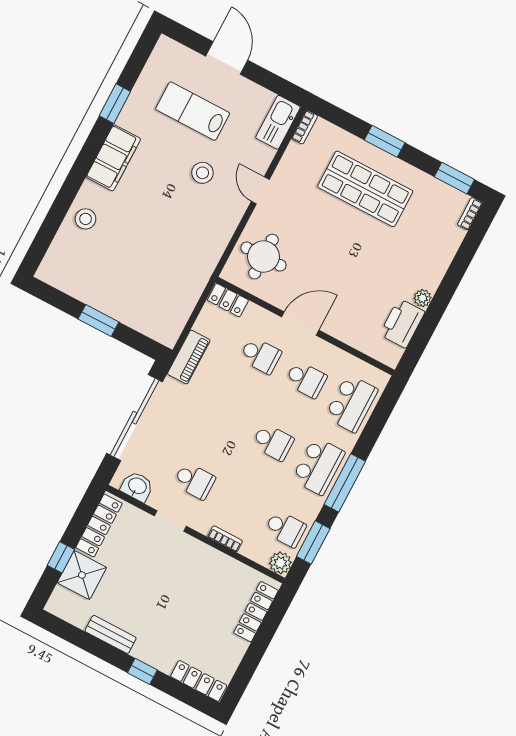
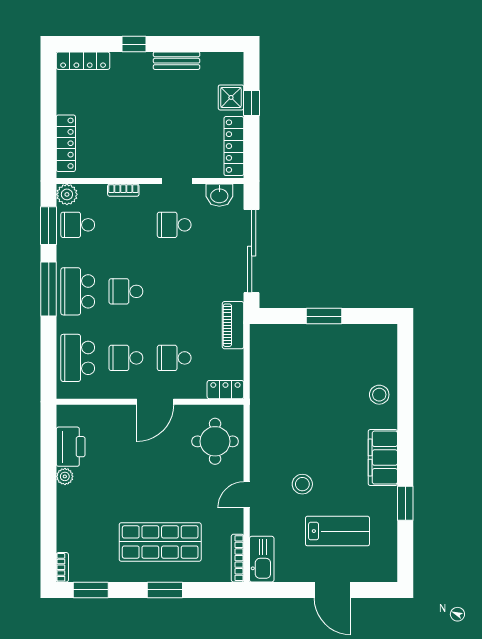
bookcase: (305, 127) -> (238, 558), width x1.56
door: (260, 190) -> (247, 495), swing flipped
shower: (82, 575) -> (231, 97), width x0.73, depth x0.73

